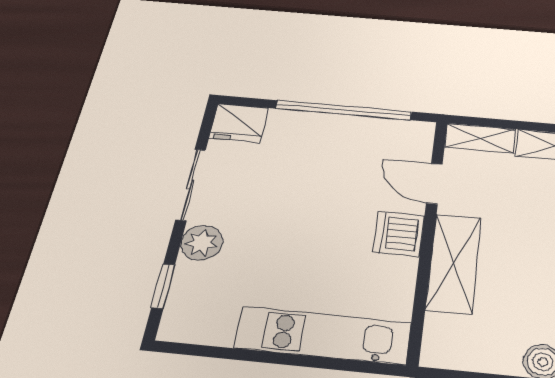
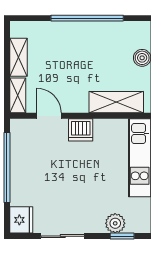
door: (434, 184) -> (49, 116), swing flipped
plant: (202, 243) -> (115, 223), moved
shelving: (454, 263) -> (116, 102), moved

